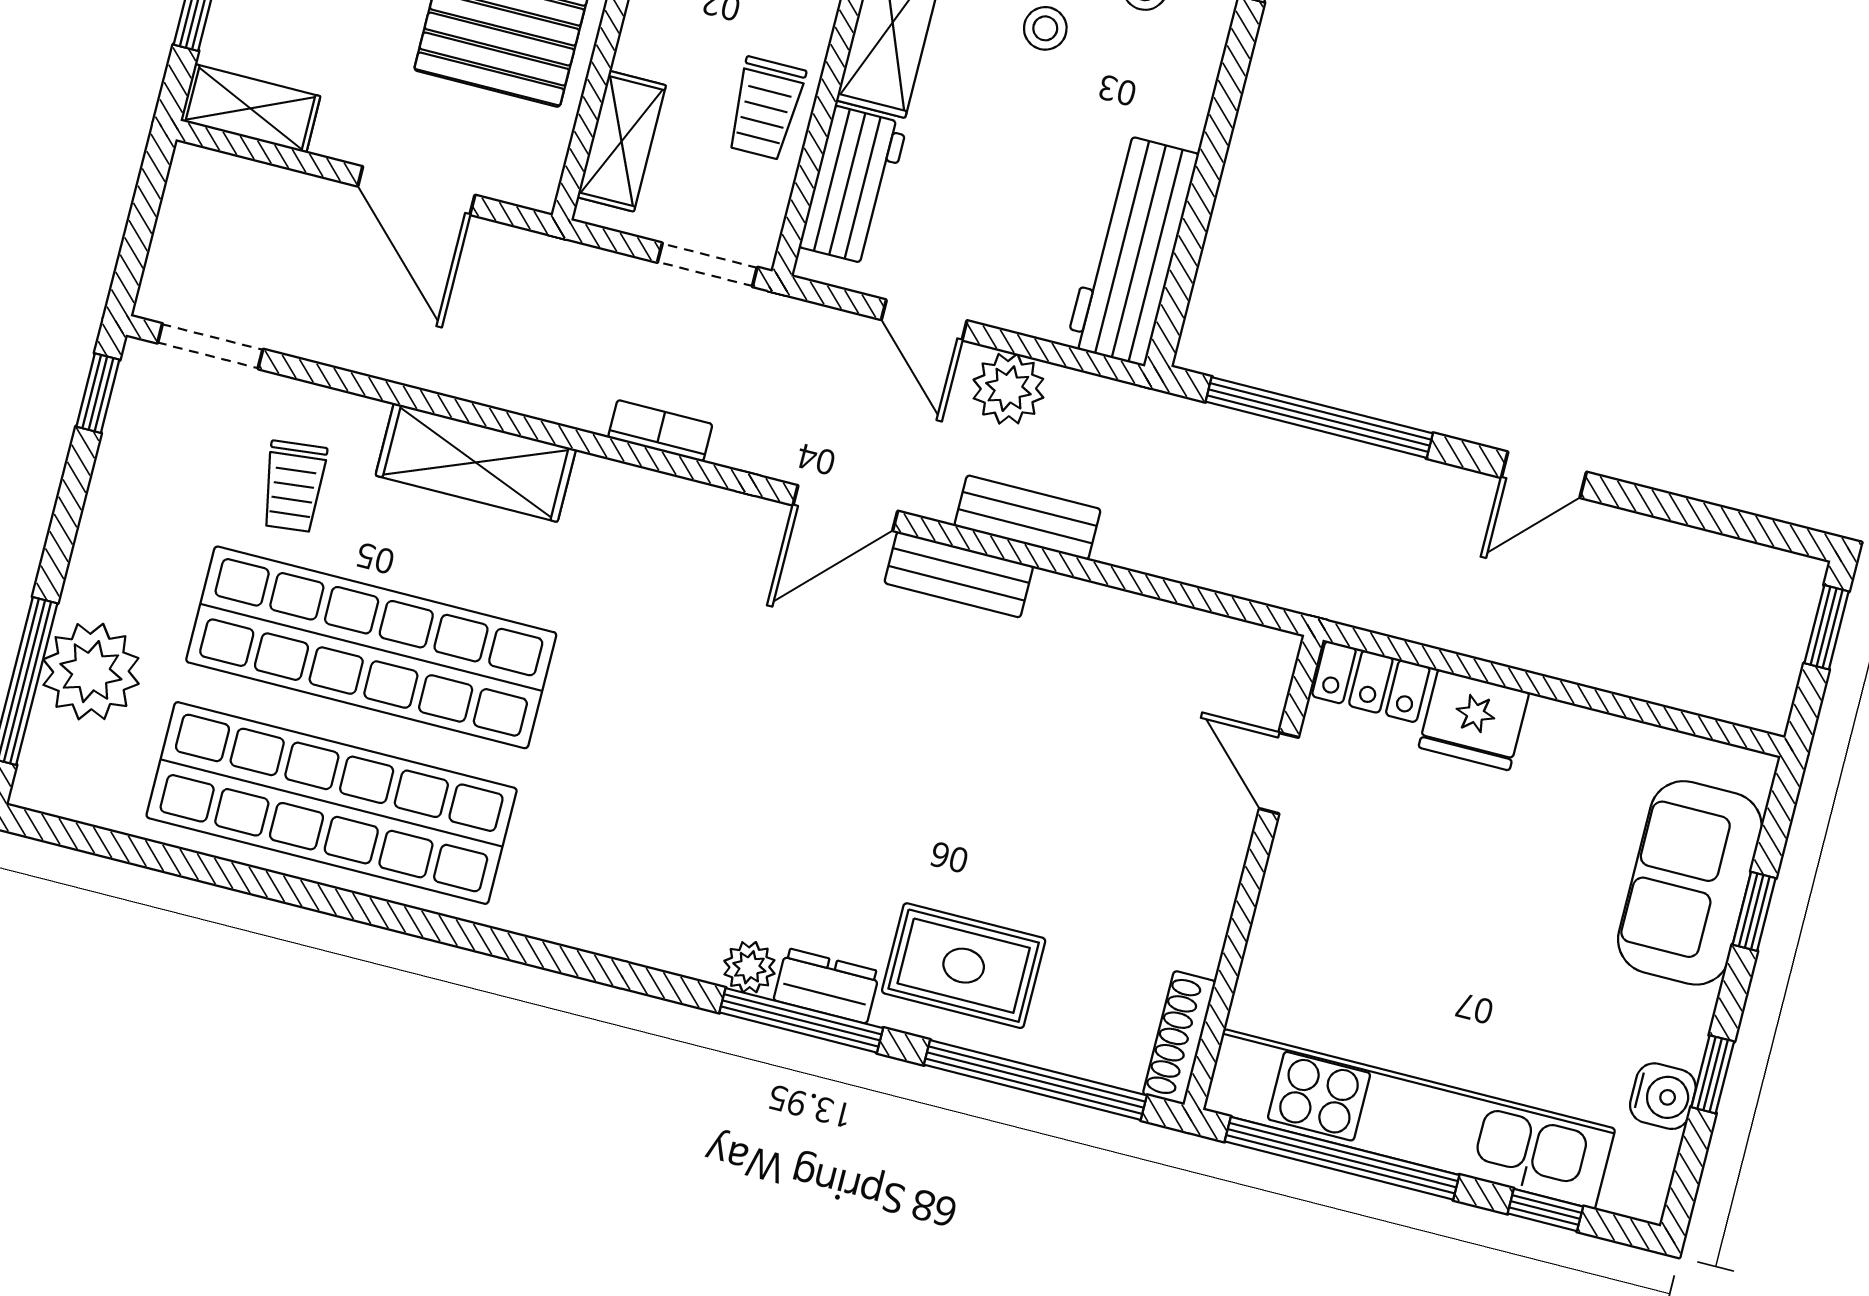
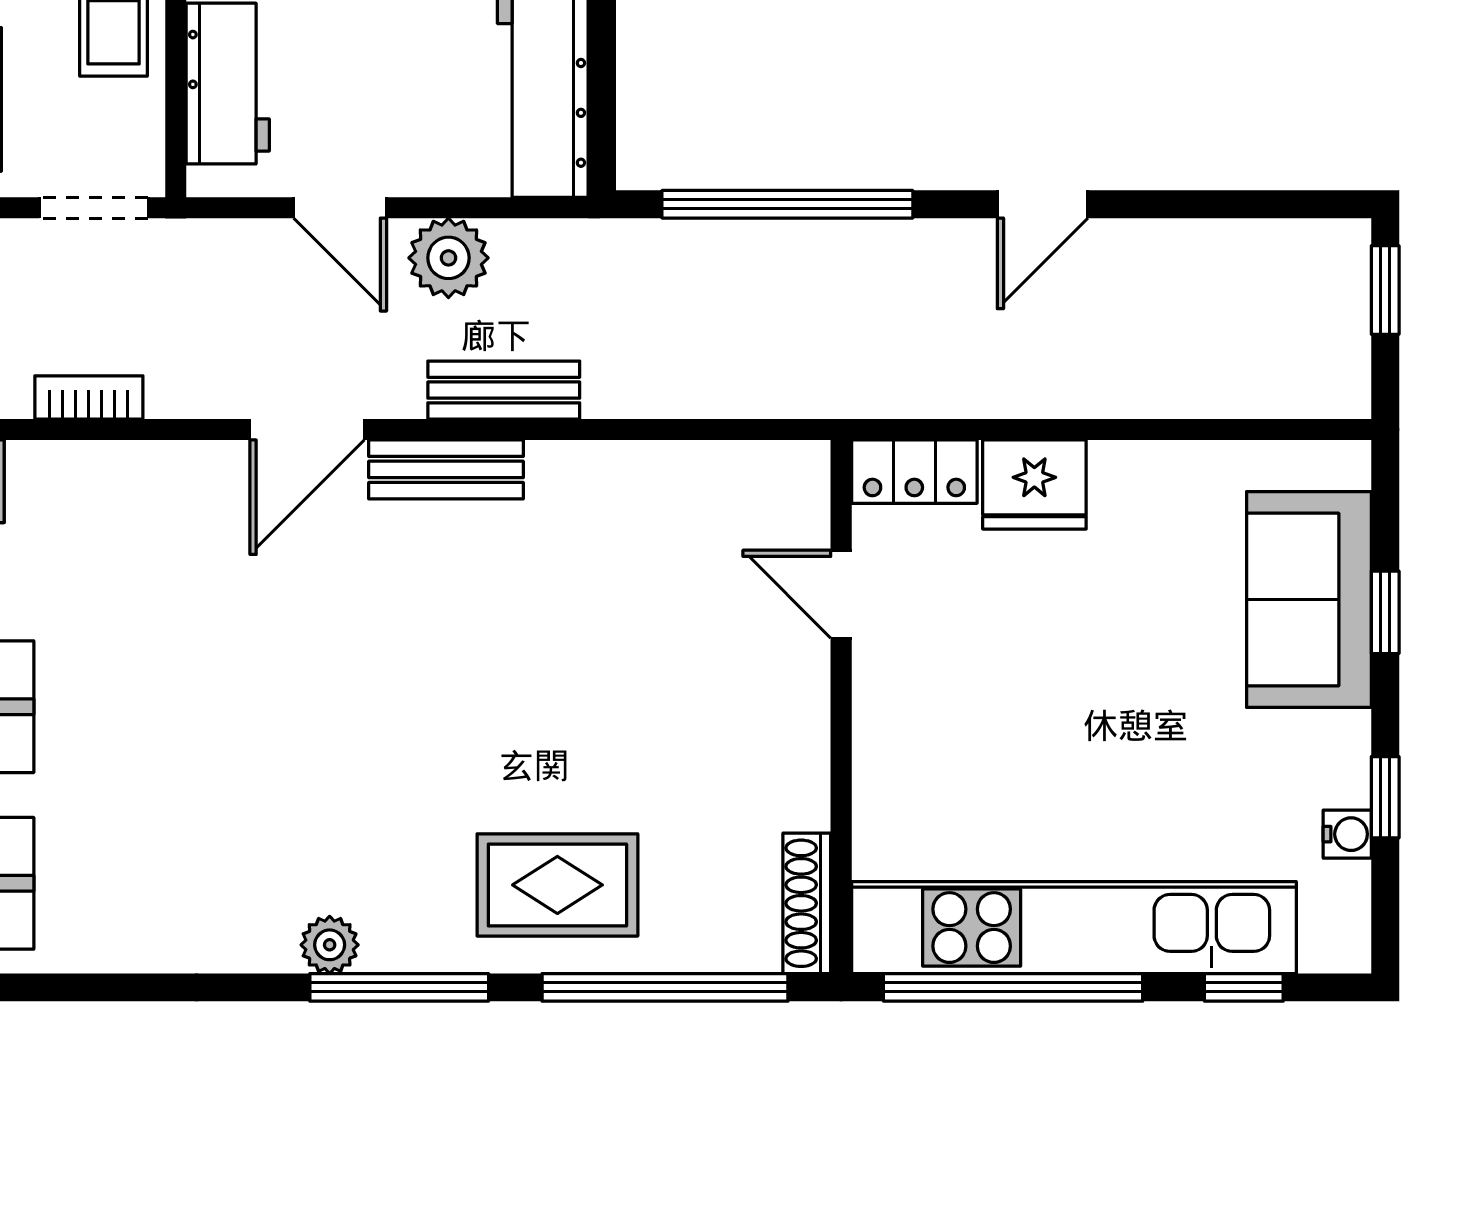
dresser: (827, 986) -> (417, 944), removed
water cooler: (1663, 1096) -> (1347, 834), width x0.72, depth x0.72

